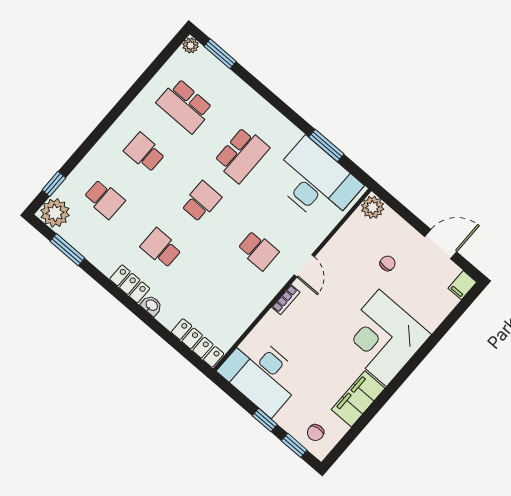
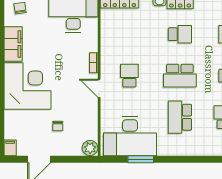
school desk: (201, 201) -> (180, 76), width x1.85
school desk: (258, 250) -> (129, 76), turned 90

